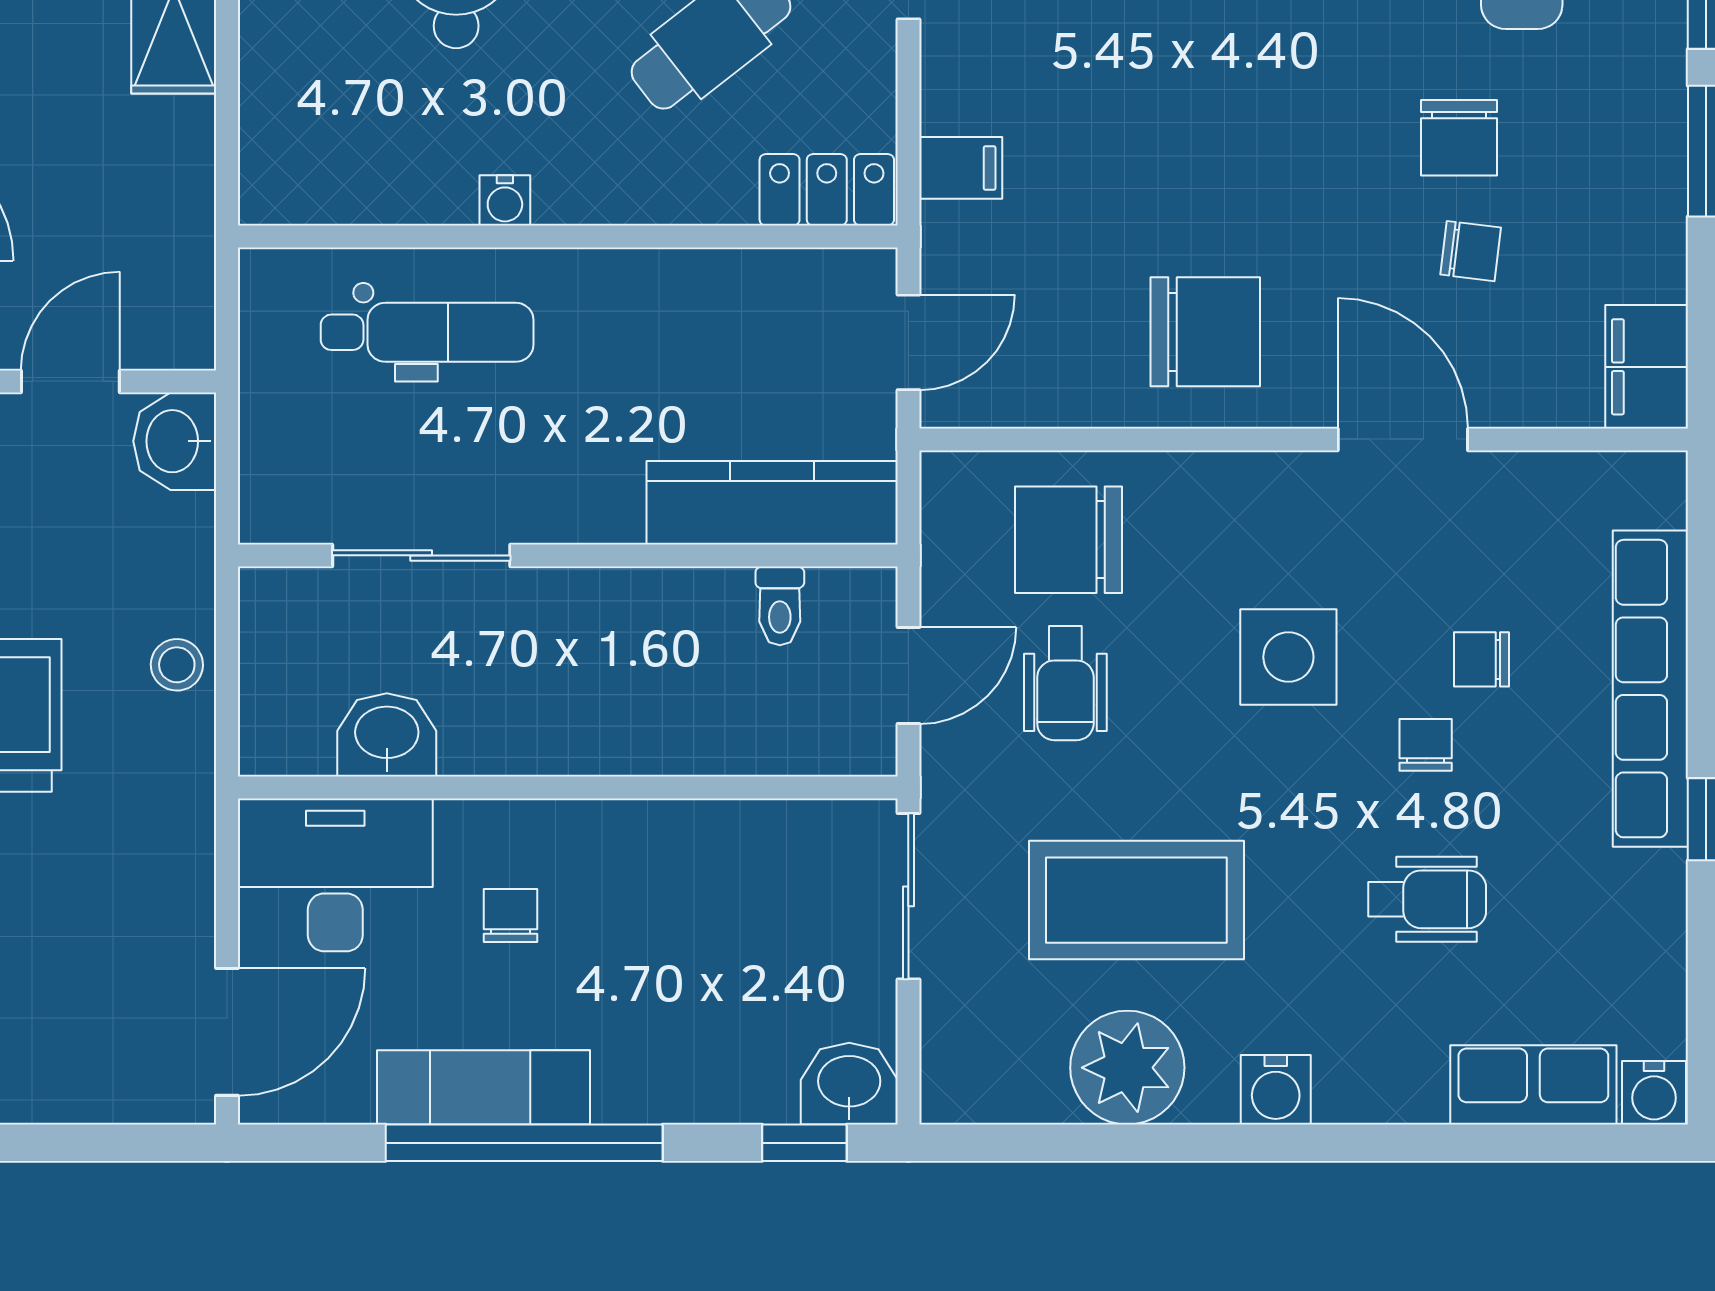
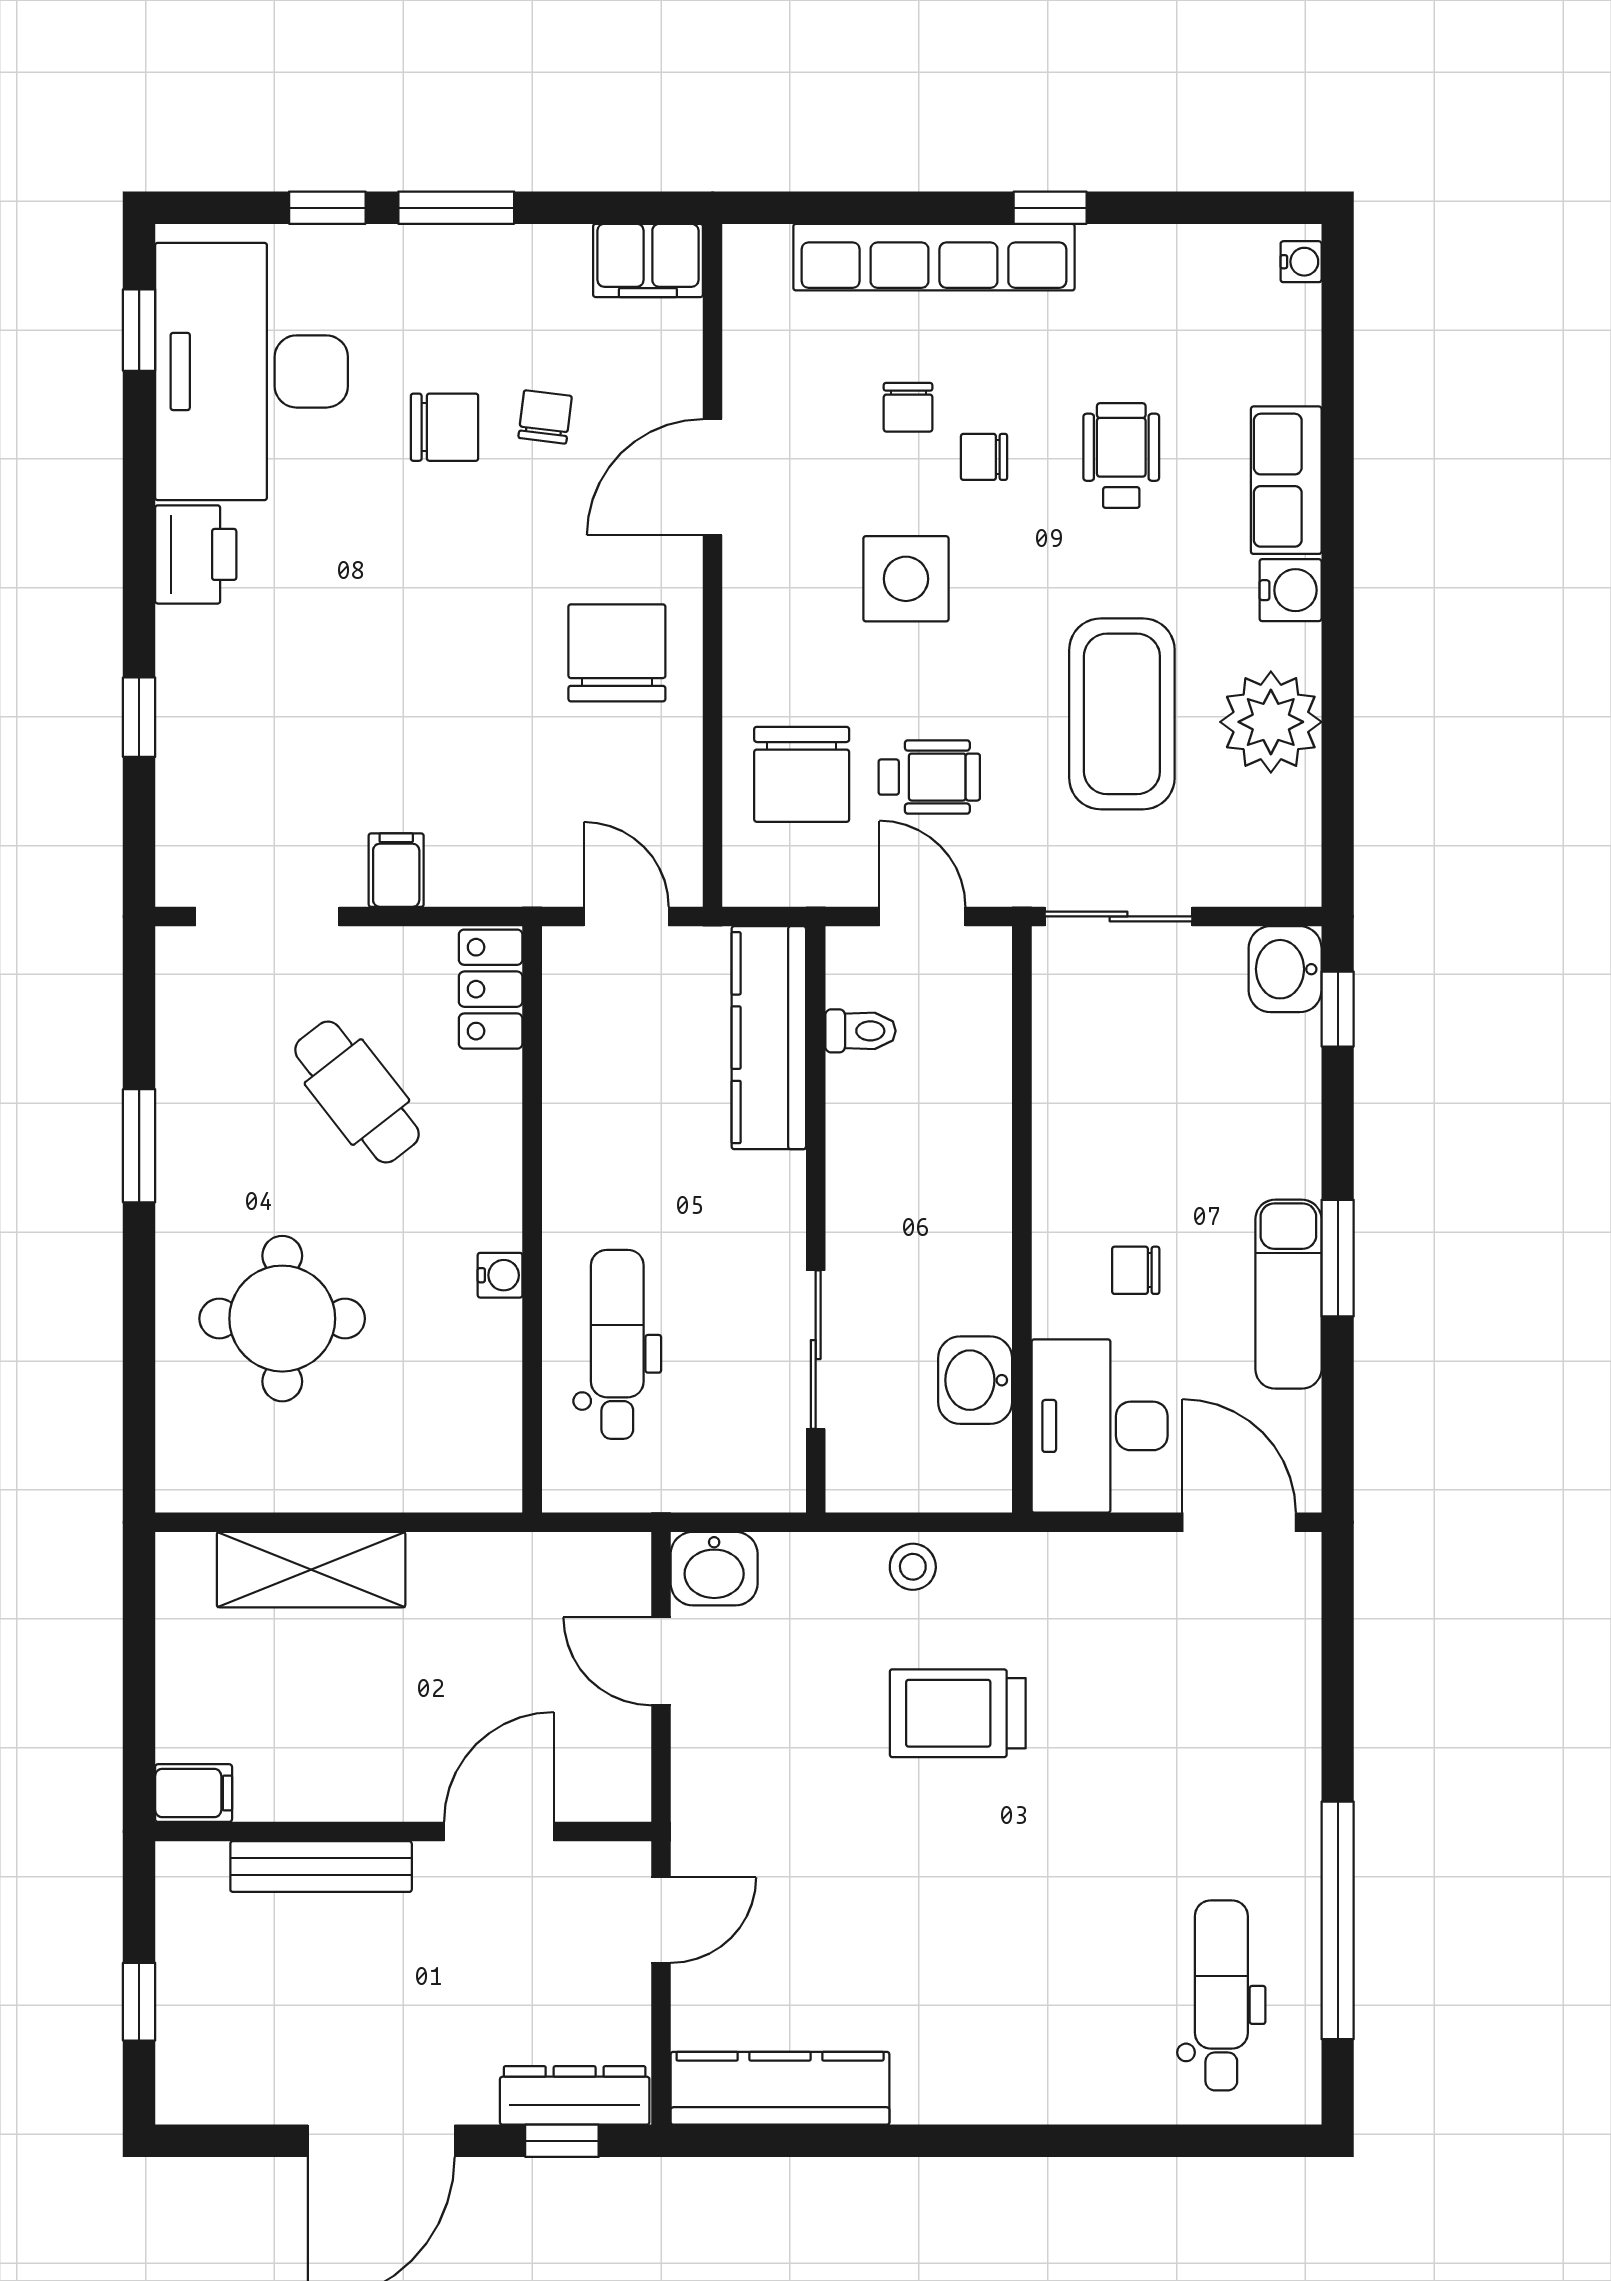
filing cabinet: (961, 168) -> (396, 870), moved
row of seats: (1533, 1085) -> (1286, 480), moved
water cooler: (1654, 1093) -> (1301, 262), width x0.72, depth x0.72
window: (524, 1143) -> (1338, 1258), width x0.47

